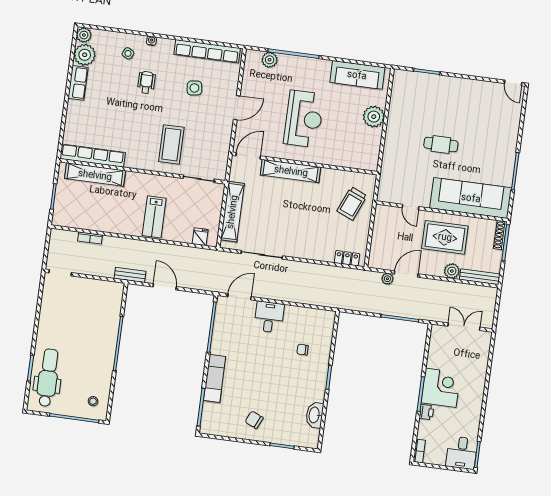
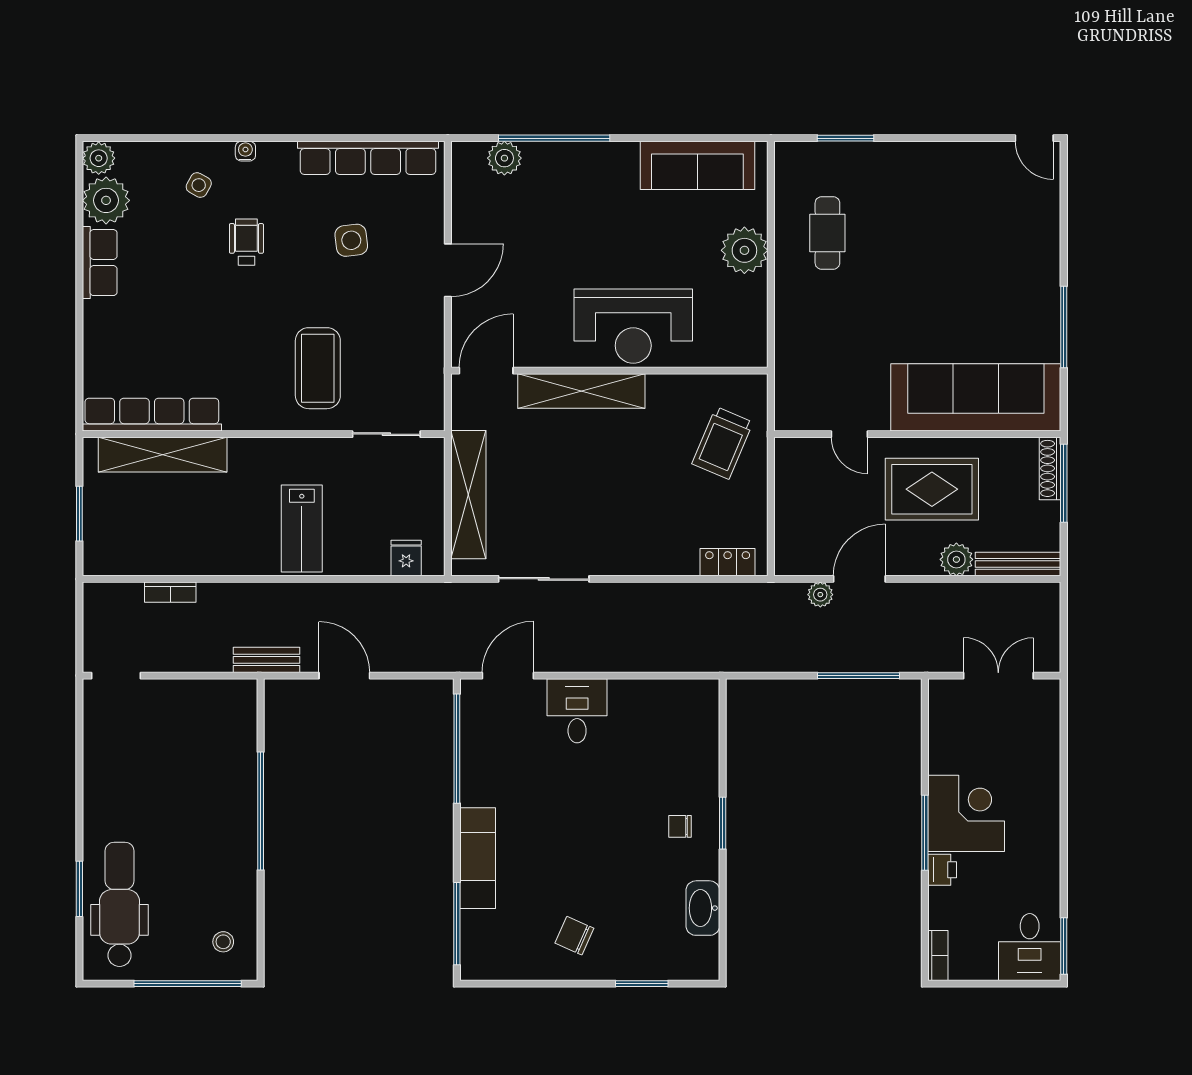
reception desk: (304, 119) -> (633, 326), moved, turned 90
cafe table: (441, 144) -> (827, 233), moved, turned 90
chair: (303, 350) -> (680, 826), moved

